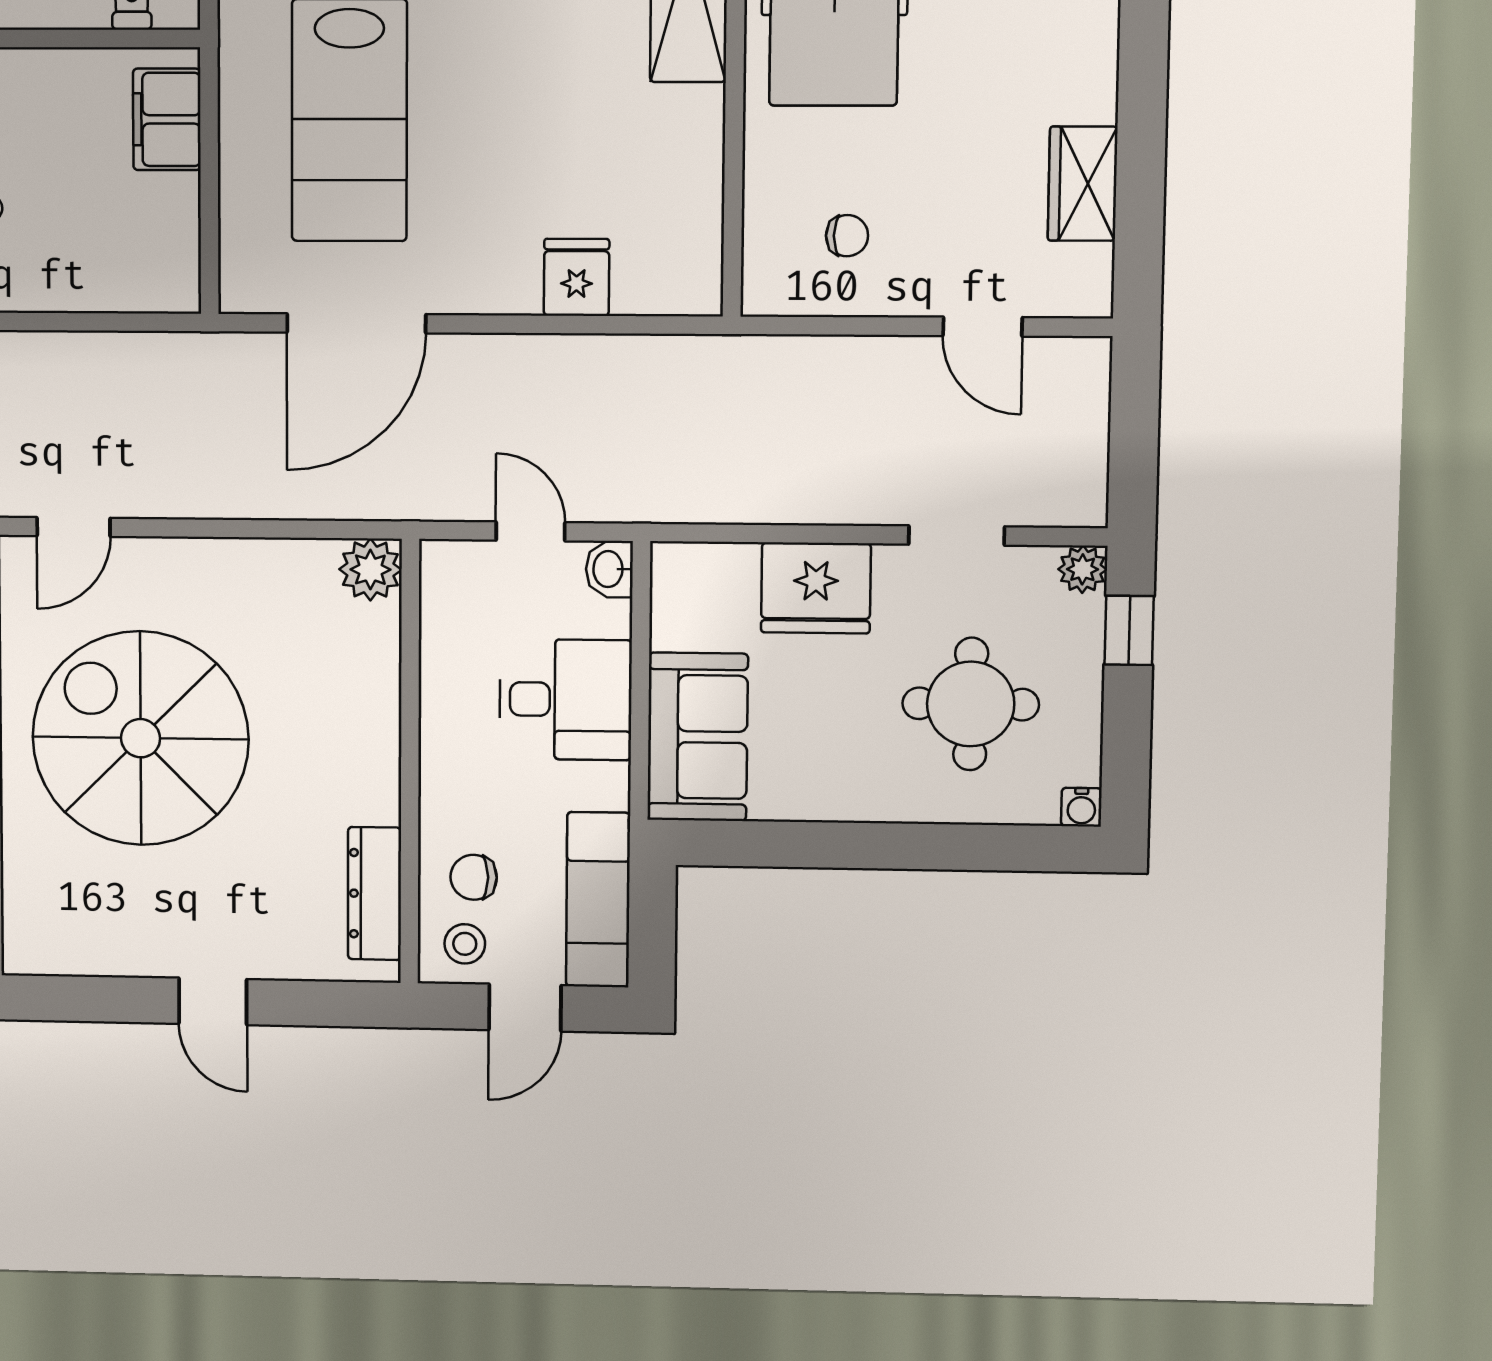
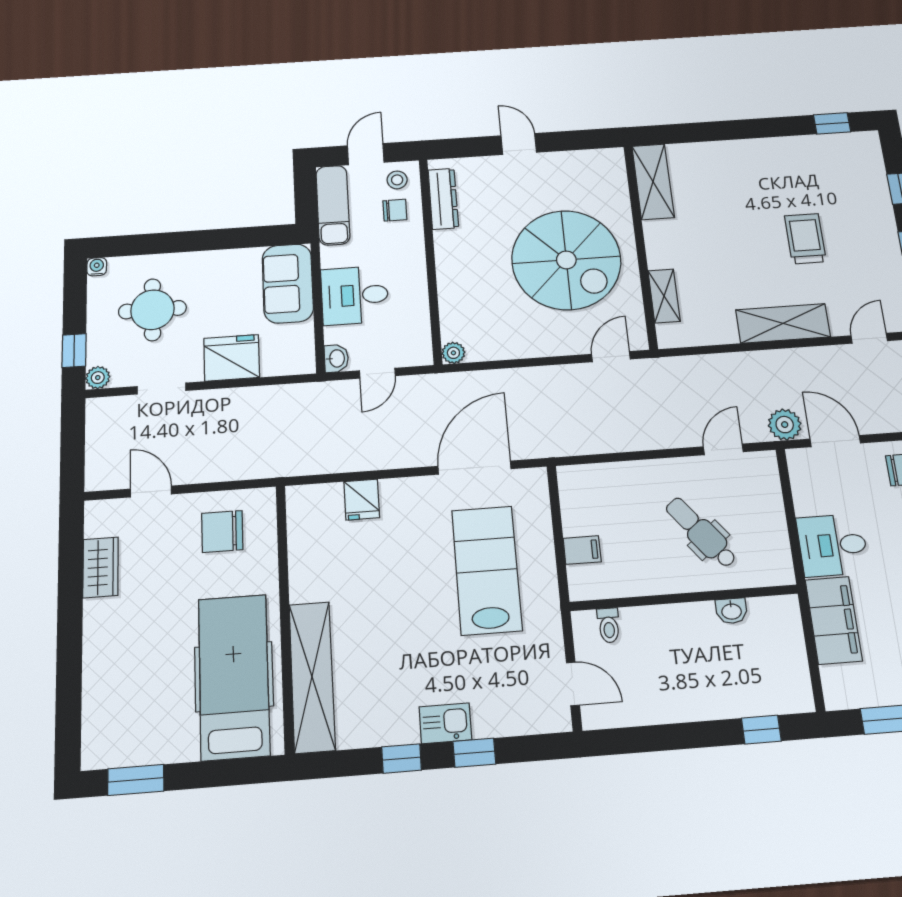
filing cabinet: (167, 119) -> (582, 550), width x0.50
chair: (847, 236) -> (222, 531), width x1.87, depth x1.87
door: (531, 531) -> (377, 373), hinge flipped
plant: (370, 570) -> (453, 353), width x0.73, depth x0.73

